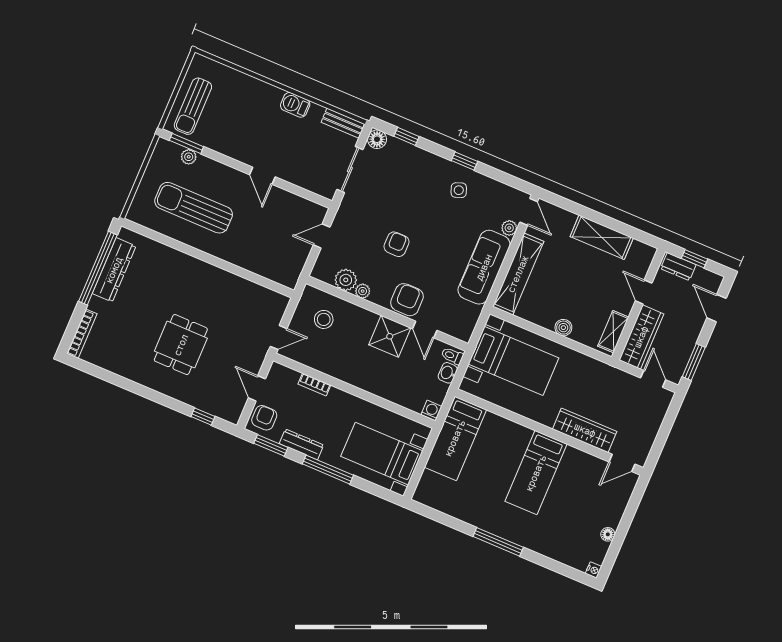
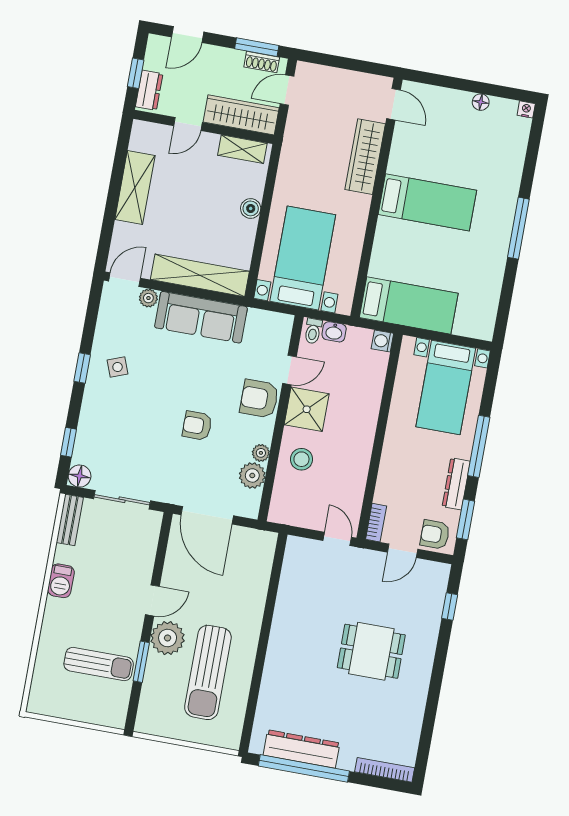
sun lounger: (193, 106) -> (99, 664), moved
window: (186, 143) -> (141, 662), moved
plant: (189, 157) -> (168, 638), moved, width x1.88, depth x1.88
door: (322, 236) -> (207, 515), width x1.88
stool: (324, 319) -> (301, 459), moved
shoe rack: (681, 363) -> (262, 62), added
bookcase: (314, 385) -> (376, 523), moved

